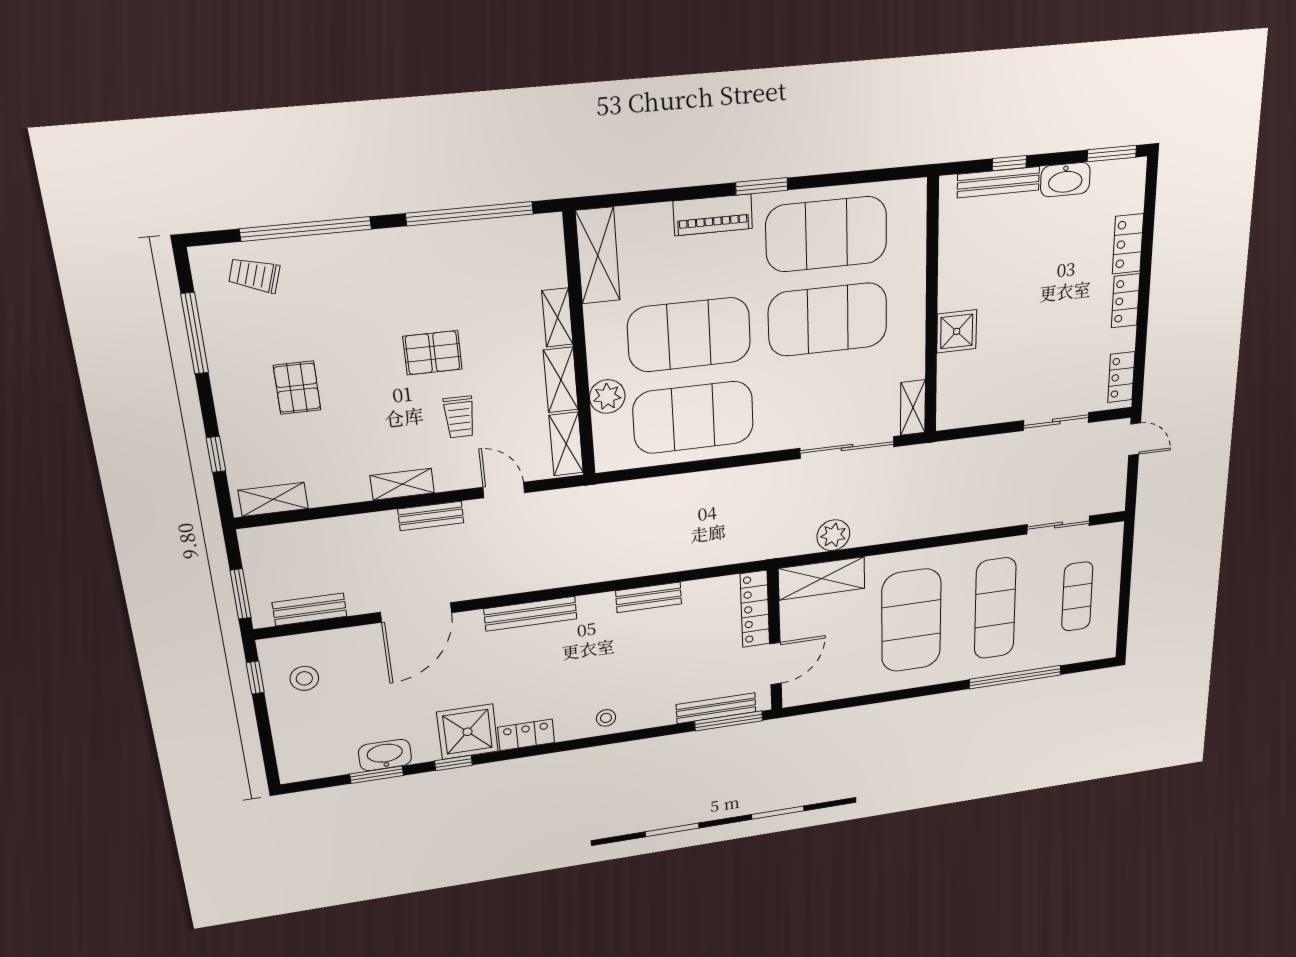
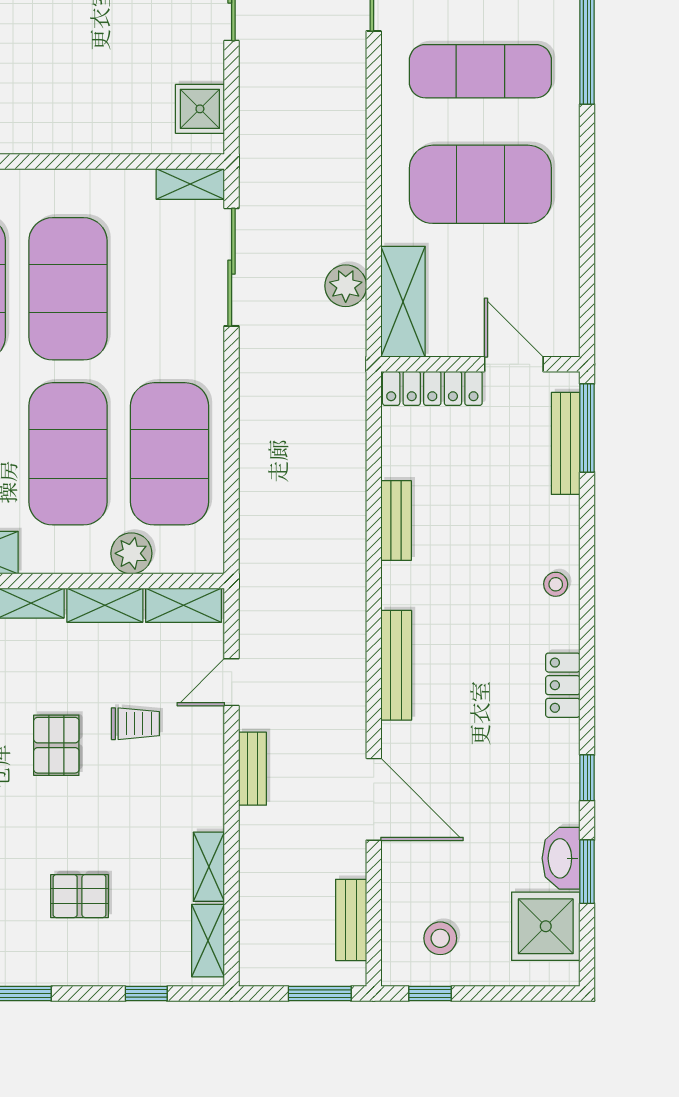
shower: (957, 331) -> (200, 109), moved
shelving: (402, 484) -> (209, 867), moved
shower: (467, 732) -> (546, 926), moved

